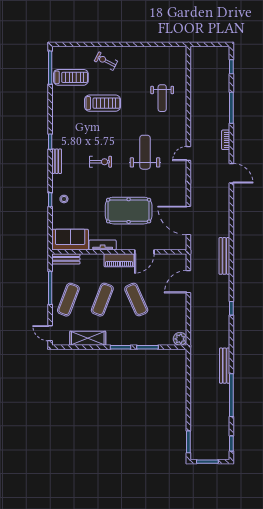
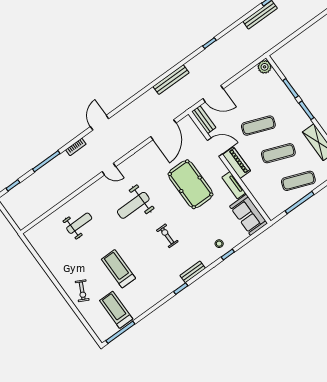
bench: (66, 259) -> (204, 120), moved
exercise mat: (136, 300) -> (258, 126), turned 45

